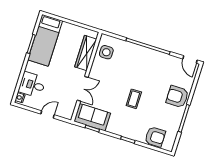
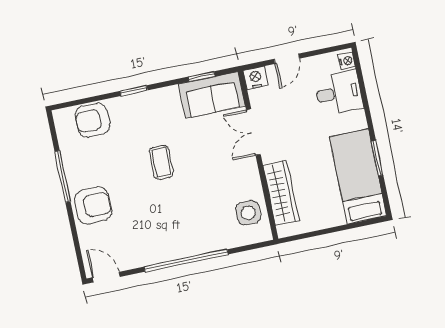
nightstand: (67, 114) -> (256, 78), added

